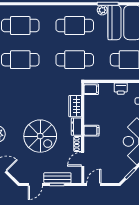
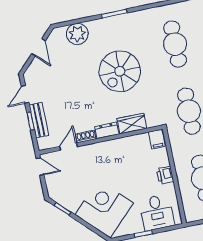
filing cabinet: (92, 131) -> (106, 150), removed
spiral stairs: (40, 136) -> (120, 71), moved
door: (83, 159) -> (68, 147), hinge flipped
door: (35, 184) -> (25, 94), hinge flipped

